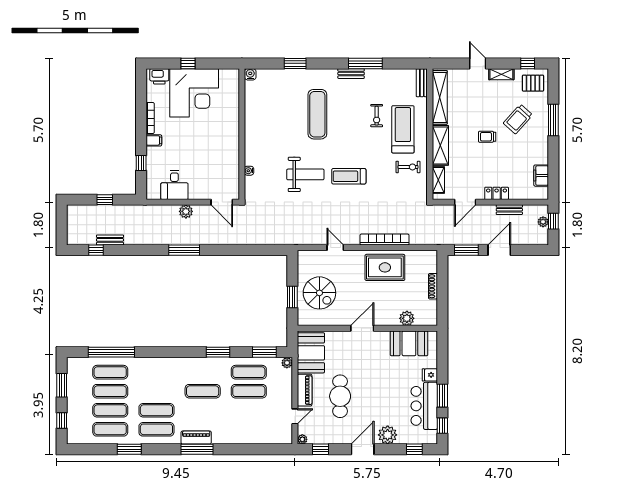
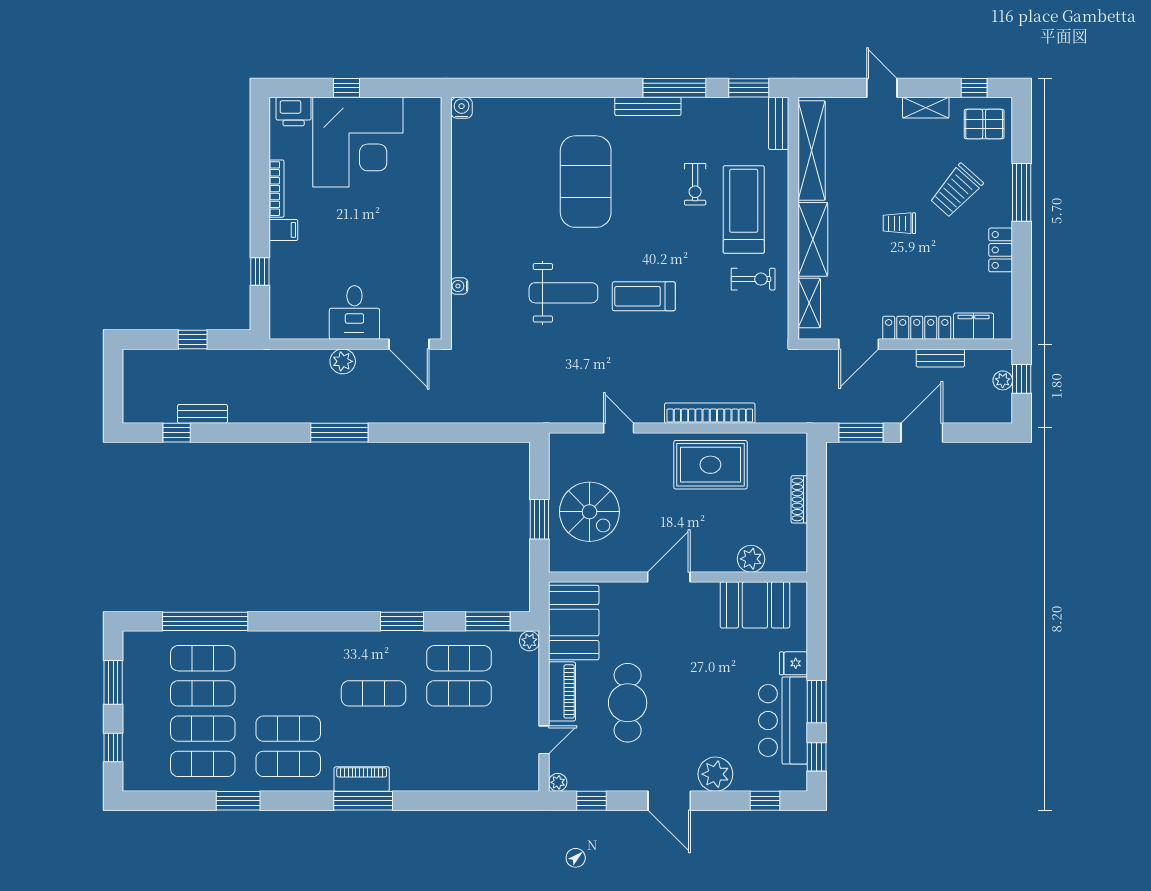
window: (295, 63) -> (749, 88), moved
bench: (351, 74) -> (648, 106), width x1.36
exercise mat: (317, 114) -> (586, 182), width x1.47
locker: (542, 151) -> (1001, 250), added
filing cabinet: (541, 176) -> (974, 326), moved, turned 90
desk: (174, 185) -> (354, 312), moved
locker: (497, 193) -> (917, 328), width x1.53
door: (363, 449) -> (669, 801), swing flipped

